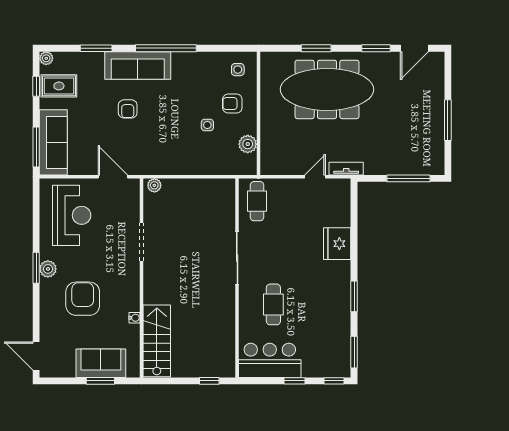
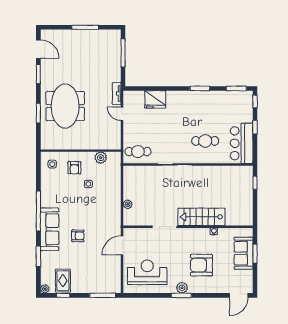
meeting table: (327, 89) -> (65, 106), width x0.73
sofa: (53, 142) -> (100, 284), removed
plant: (154, 185) -> (128, 204), moved
fridge: (337, 244) -> (155, 99), moved
stairs: (157, 341) -> (201, 217), moved

